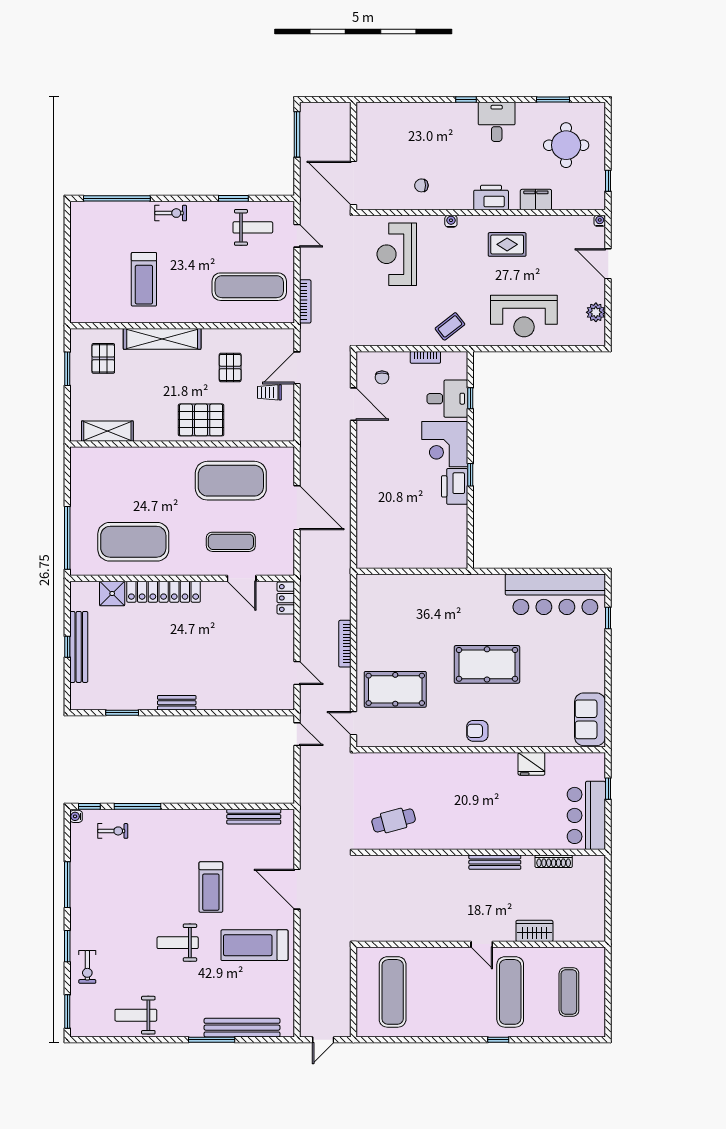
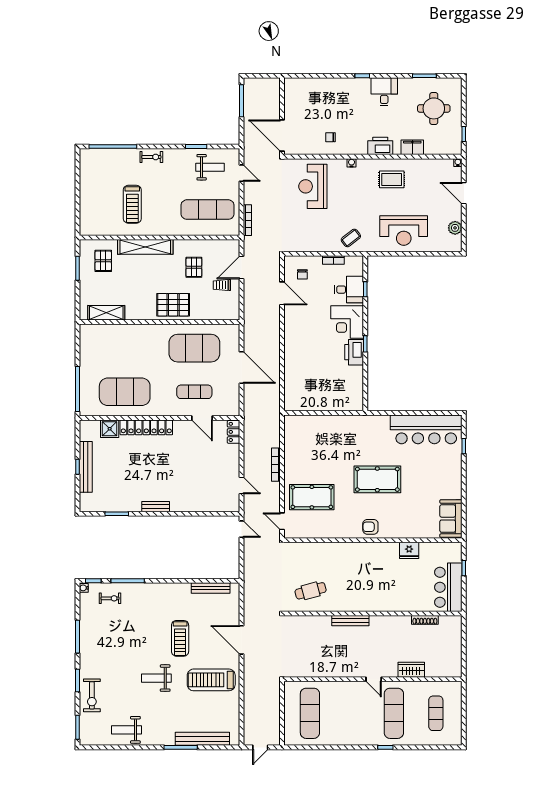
bench: (495, 862) -> (350, 621), moved
exercise bike: (87, 967) -> (92, 695), width x1.38, depth x1.39

